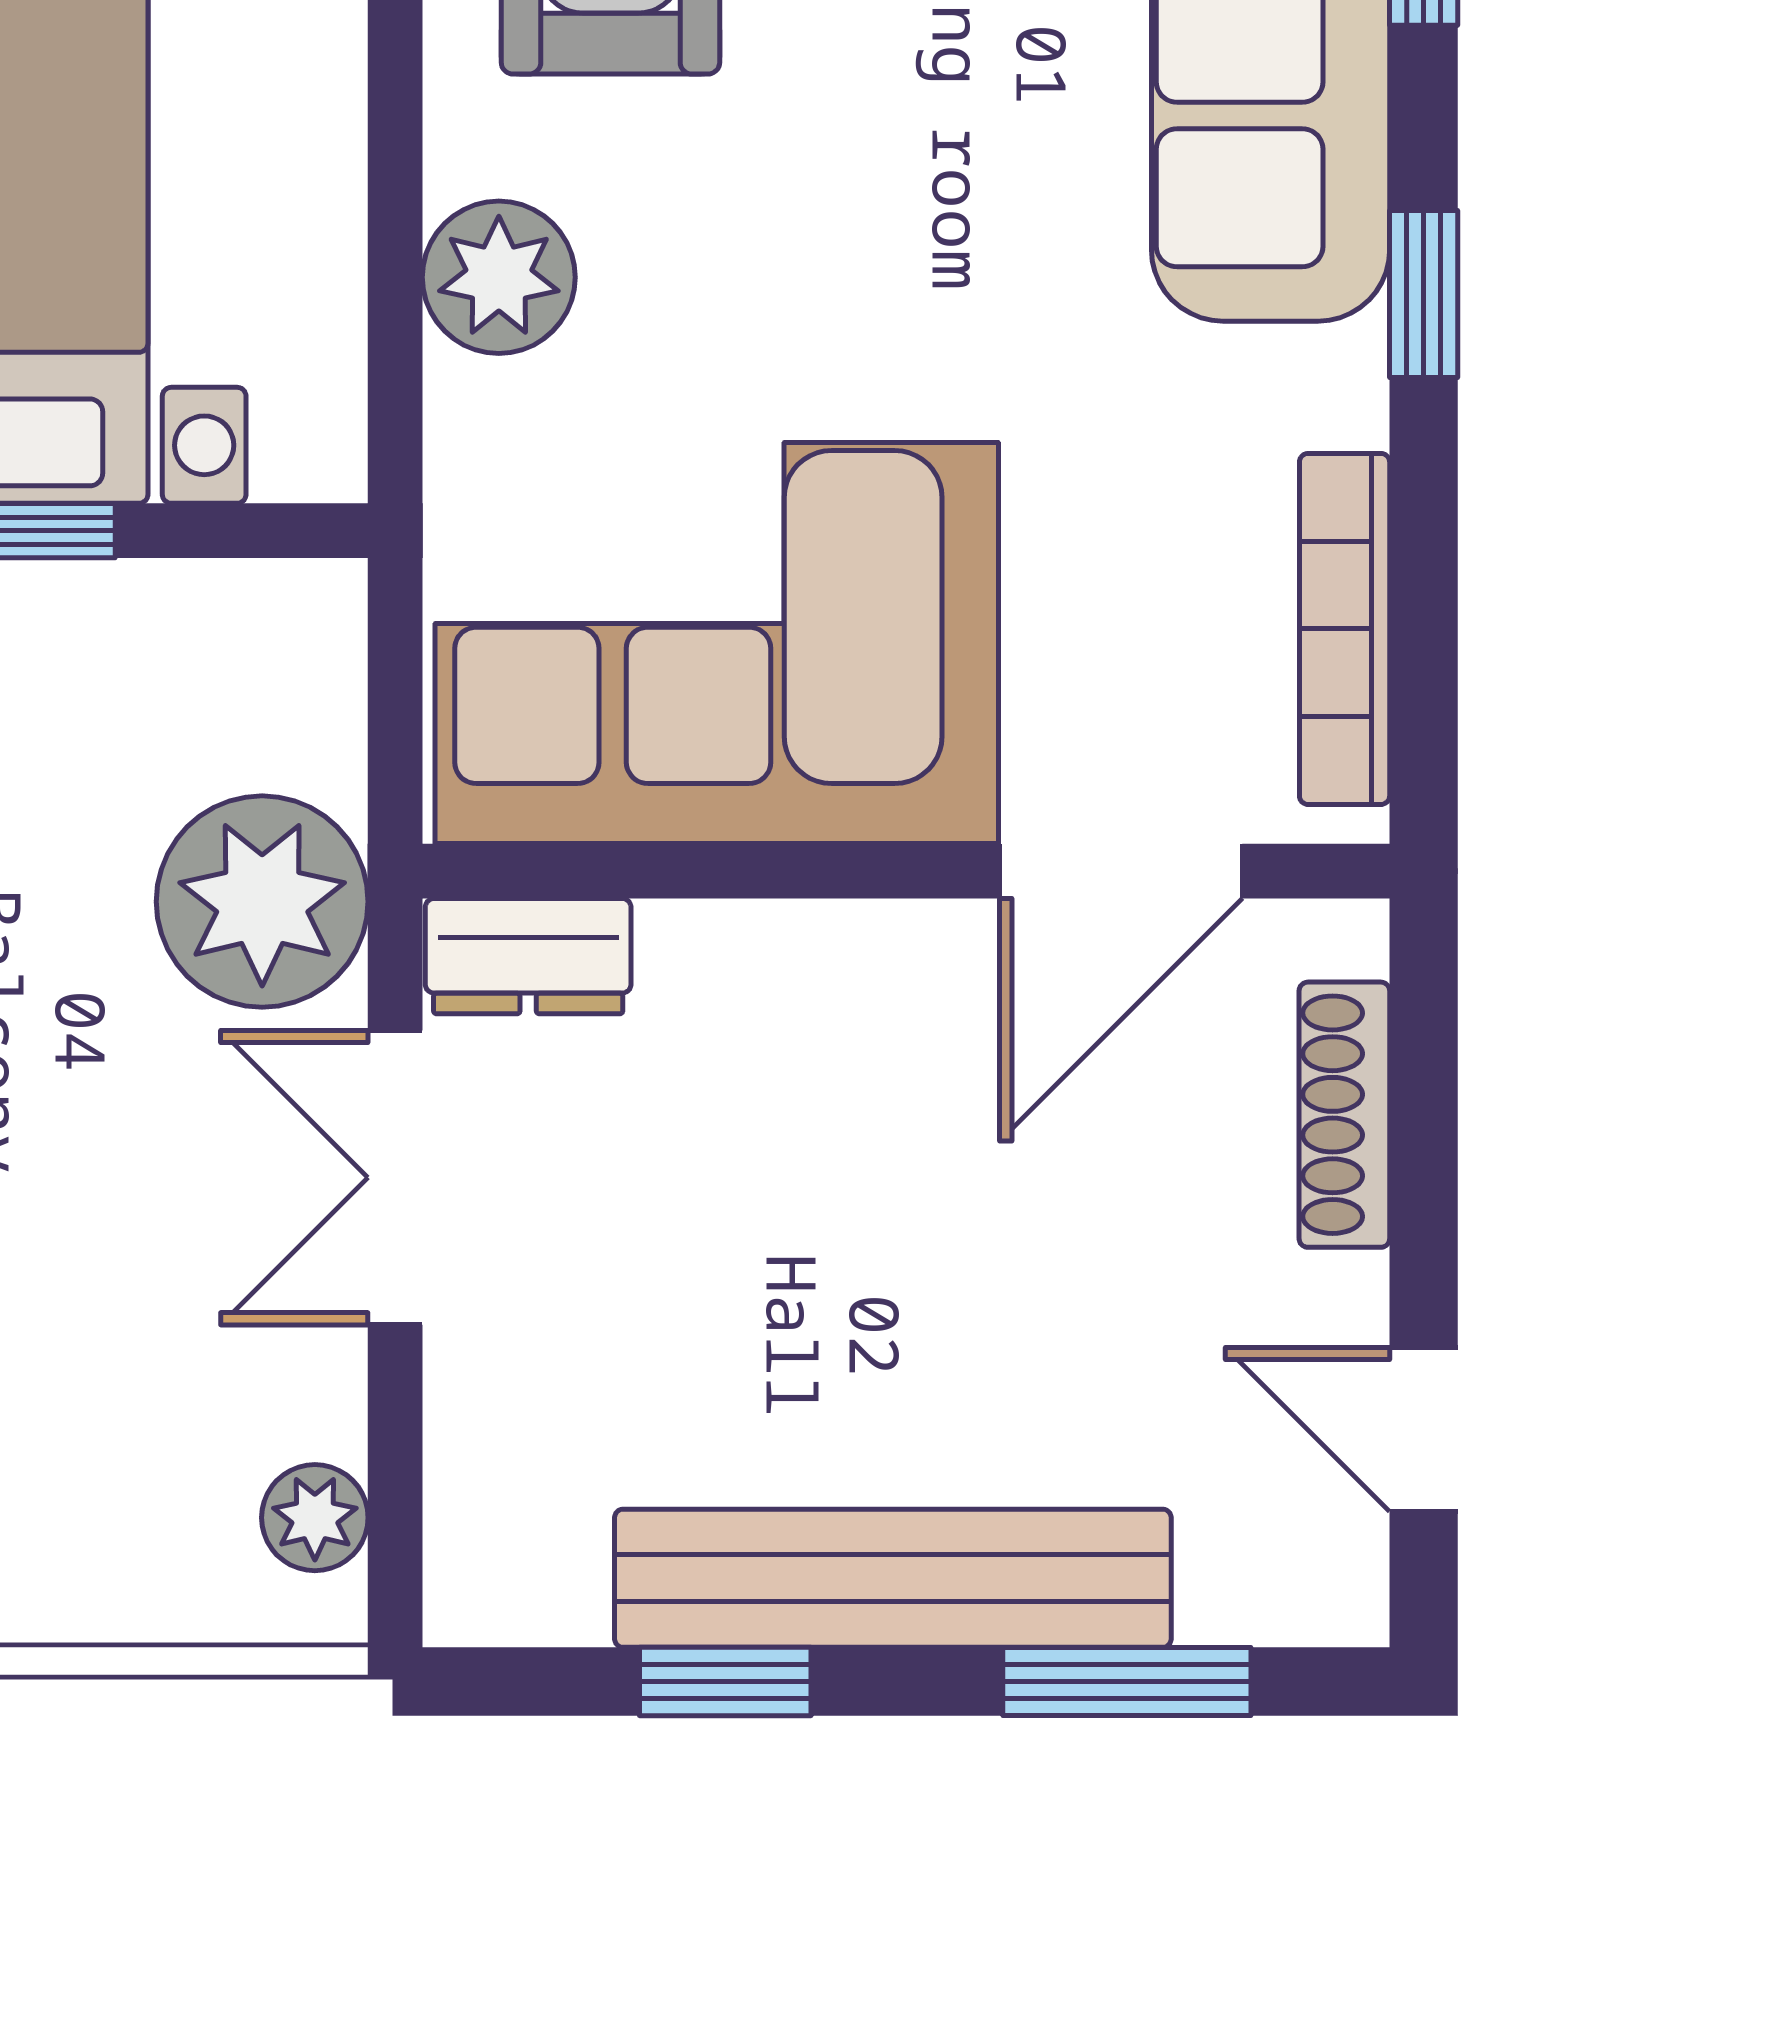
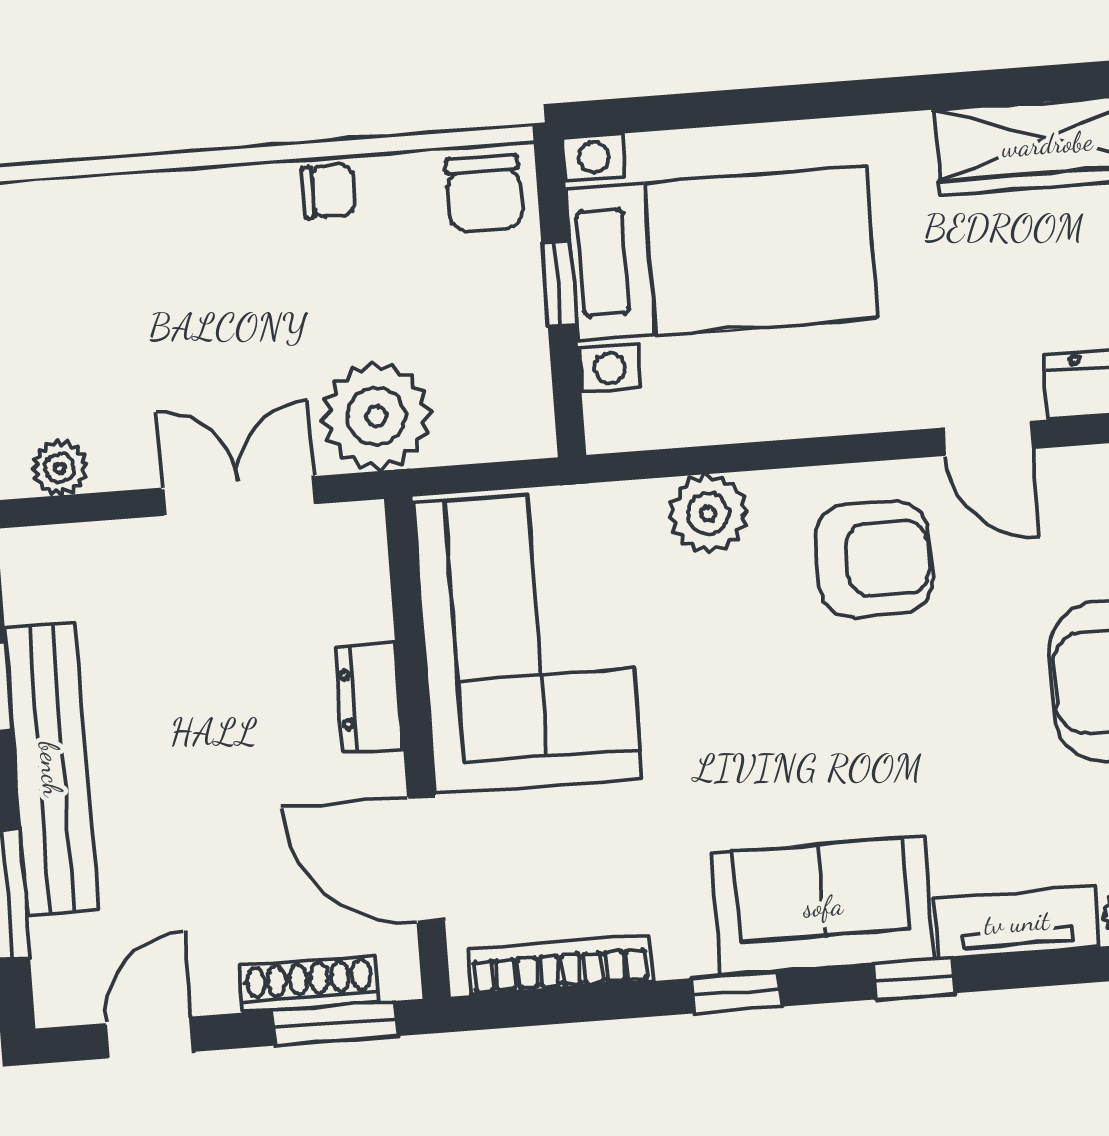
dresser: (528, 956) -> (369, 698), moved
window: (1424, 1071) -> (334, 1023), added

